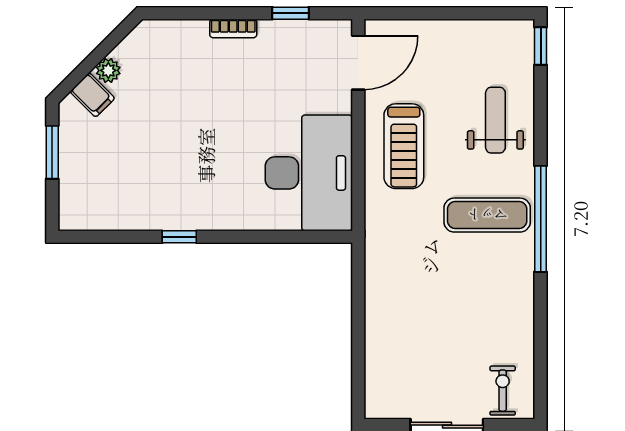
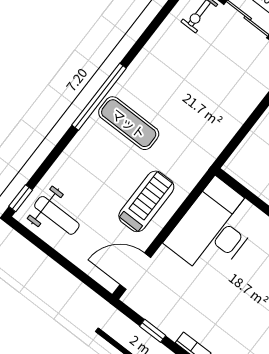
weight bench: (495, 120) -> (57, 215), moved, turned -90

